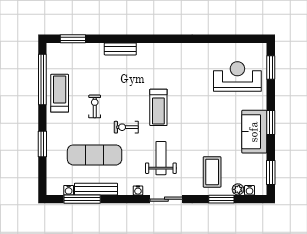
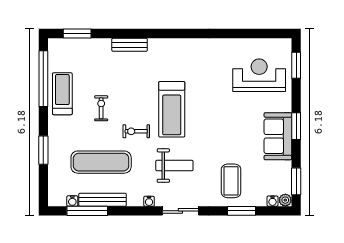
treadmill: (158, 107) -> (172, 109), width x1.37, depth x1.38
weight bench: (161, 158) -> (174, 166), turned 90
plant: (238, 189) -> (285, 200), moved

